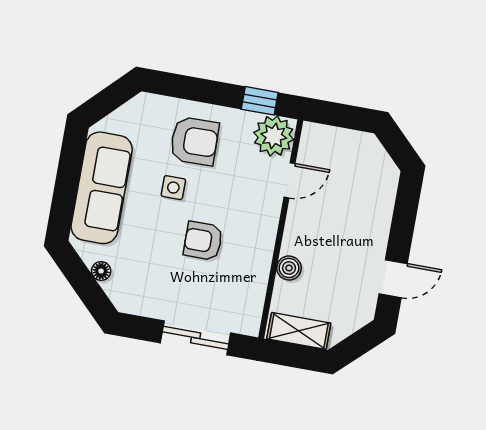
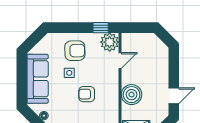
boiler: (289, 268) -> (132, 95), width x1.86, depth x1.86

